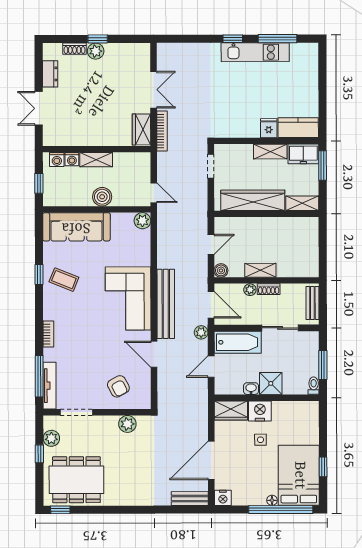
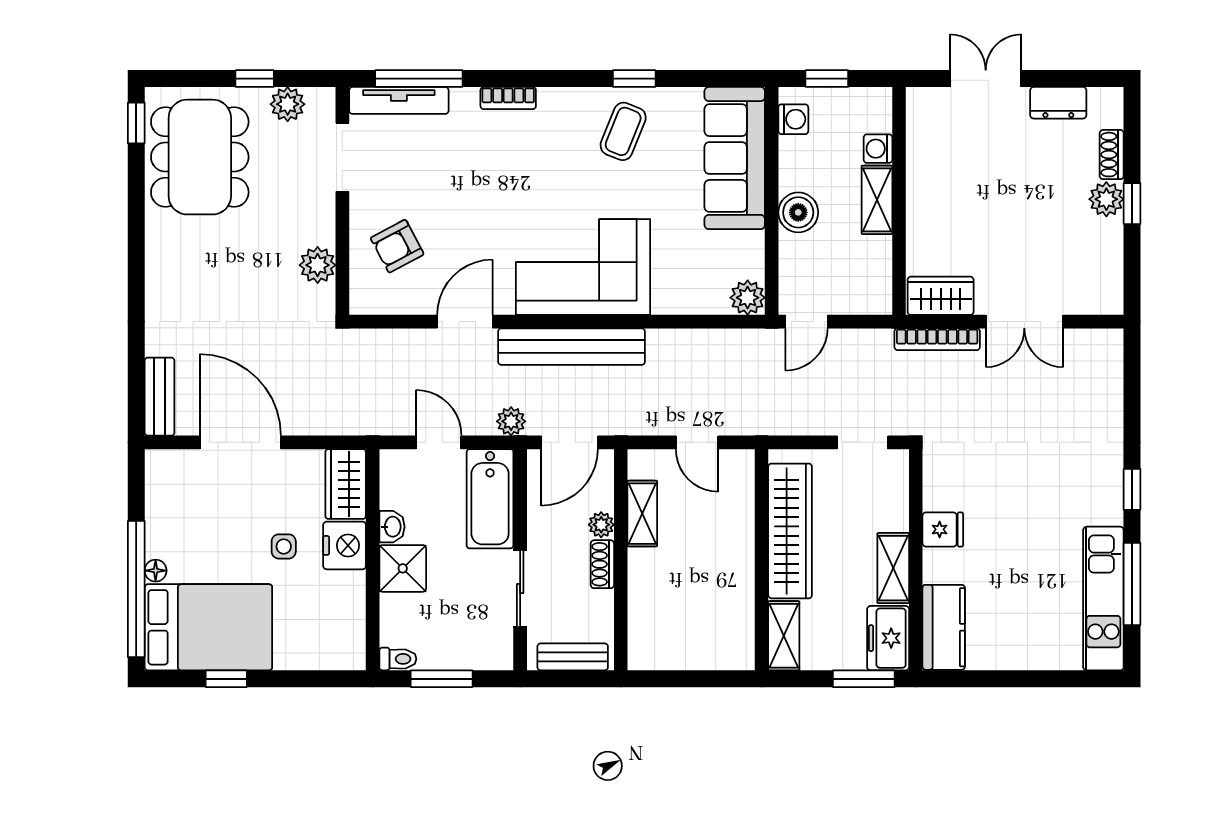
kitchen unit: (255, 52) -> (1103, 599), moved
fridge: (269, 128) -> (943, 529), moved
washing machine: (57, 159) -> (793, 119), moved, turned 180
boiler: (221, 270) -> (642, 464), removed
shelving: (260, 270) -> (642, 514), moved
nightstand: (223, 498) -> (161, 467), removed

